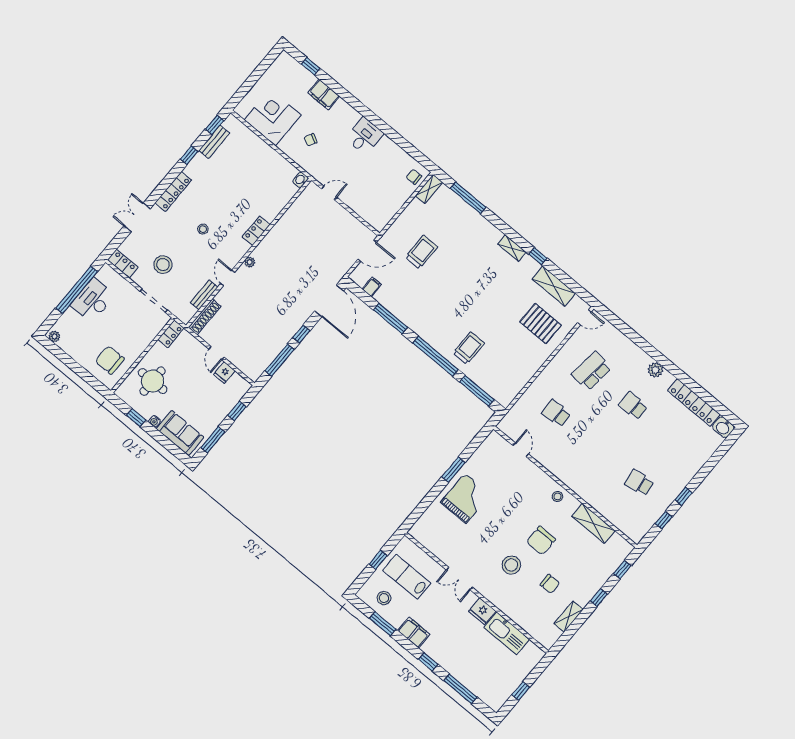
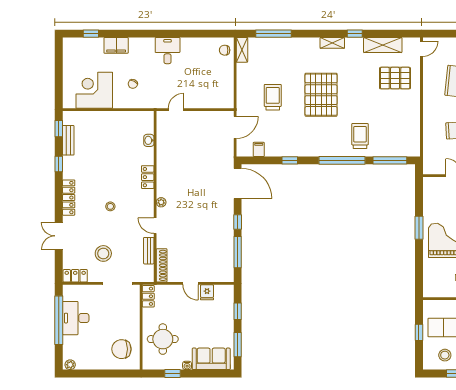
washbasin: (300, 180) -> (149, 140), moved
pallet: (465, 285) -> (321, 95), added
window: (390, 319) -> (290, 160), width x0.46

